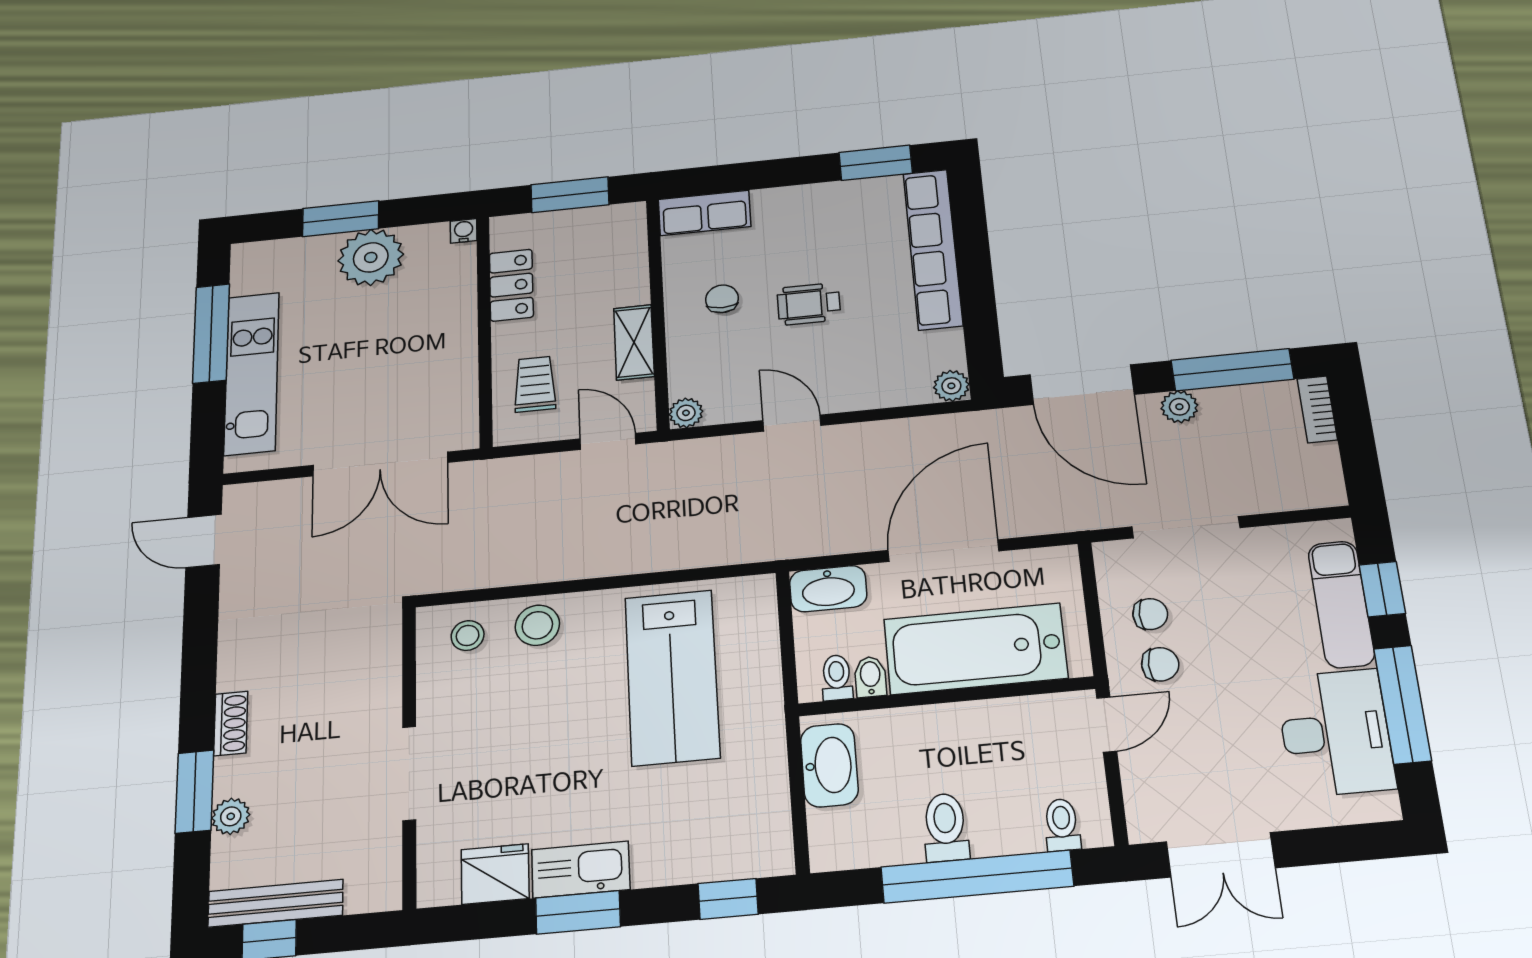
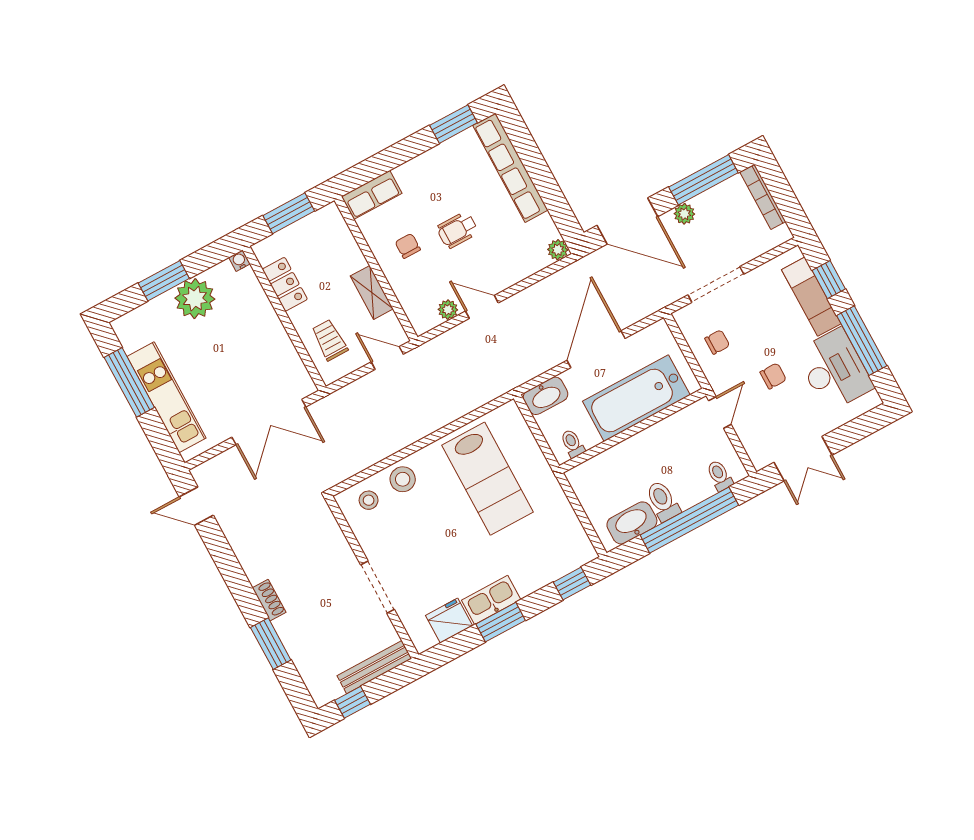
bookcase: (1317, 409) -> (763, 197), width x1.56
plant: (686, 413) -> (448, 310), moved
chair: (1160, 664) -> (773, 376), moved
bidet: (870, 677) -> (589, 436), removed
washbasin: (829, 765) -> (632, 523), moved, turned -90
plant: (231, 816) -> (297, 649), removed
bench: (275, 903) -> (374, 667), moved

